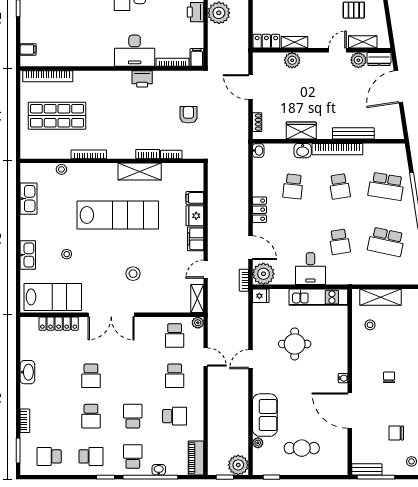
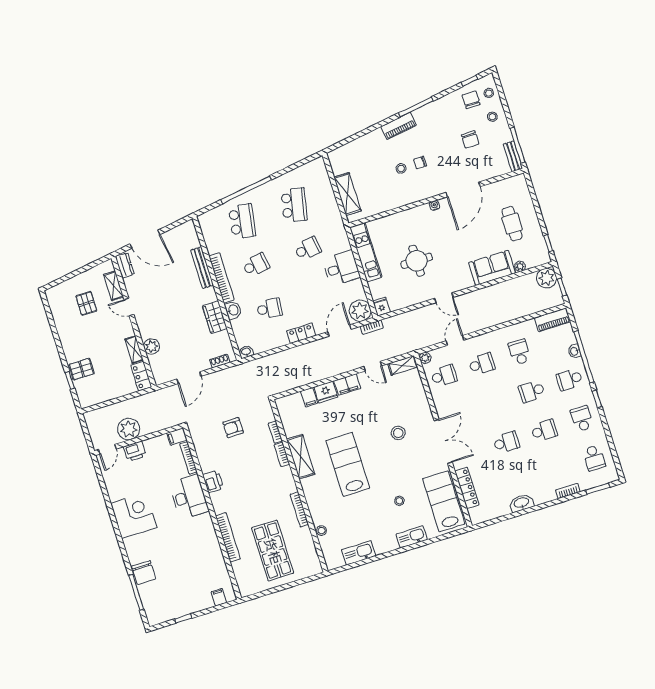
plant: (358, 60) -> (132, 284), removed
bookcase: (48, 76) -> (228, 537), moved
lab bench: (118, 215) -> (348, 464), width x0.73
stool: (370, 325) -> (401, 168), moved

